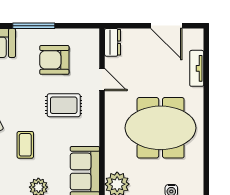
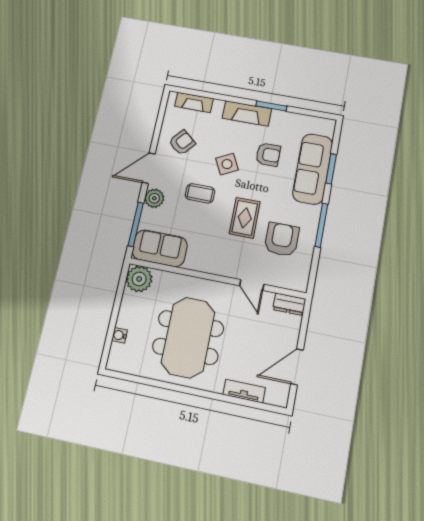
door: (102, 80) -> (252, 285), hinge flipped
rug: (64, 105) -> (245, 218), moved

